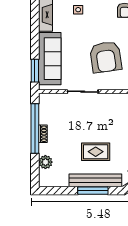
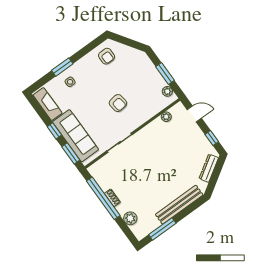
window: (35, 42) -> (54, 131), added
armchair: (106, 57) -> (118, 103), width x0.53, depth x0.53
rug: (96, 152) -> (163, 182), removed
window: (93, 191) -> (162, 229), moved

